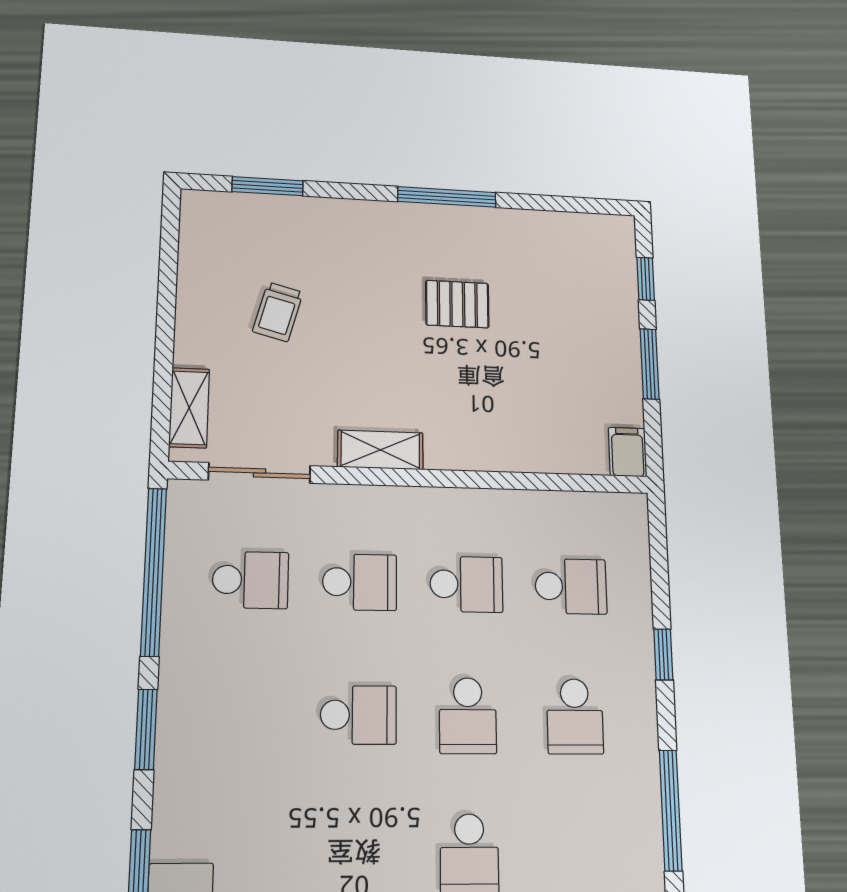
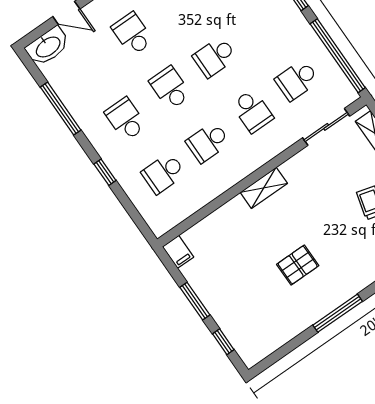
shelving: (380, 450) -> (264, 188), moved
school desk: (360, 582) -> (252, 111), turned -90

